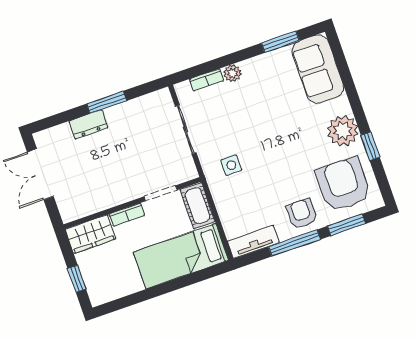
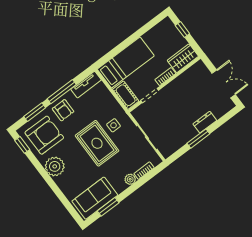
sofa: (318, 69) -> (95, 198), moved, turned -90
rug: (266, 146) -> (97, 143), added
window: (370, 146) -> (22, 145), moved
armchair: (343, 185) -> (44, 135), turned -90

